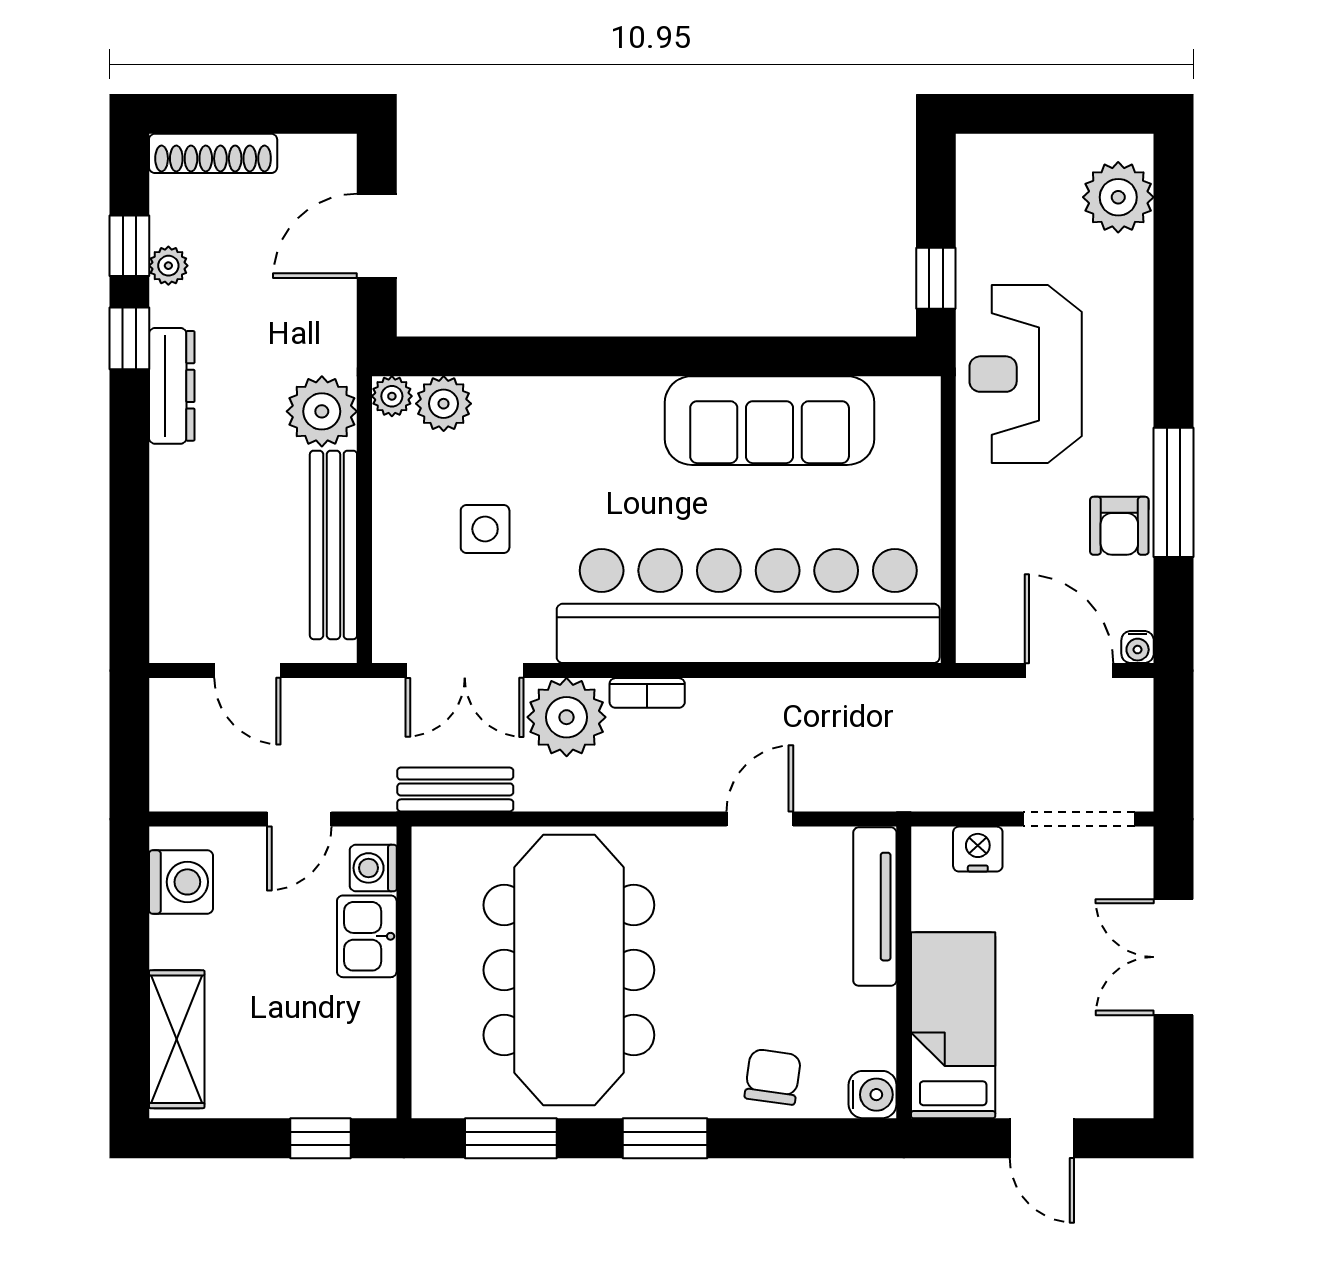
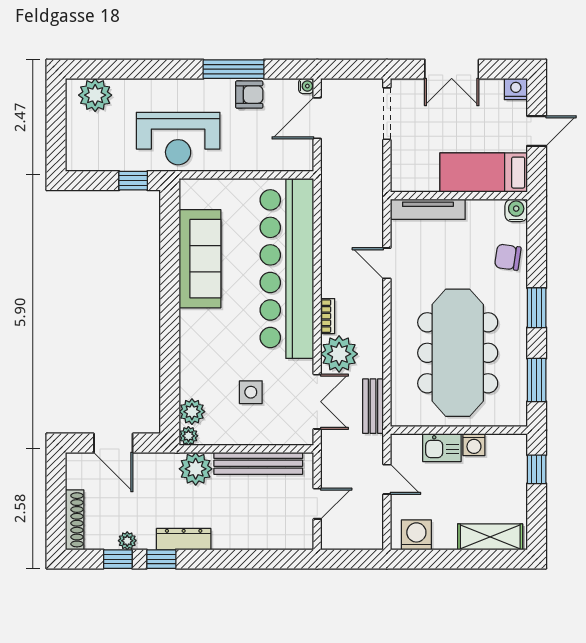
nightstand: (978, 849) -> (516, 89), moved, turned 90
washing machine: (373, 868) -> (474, 445), moved
meeting table: (569, 970) -> (458, 353), turned 90

